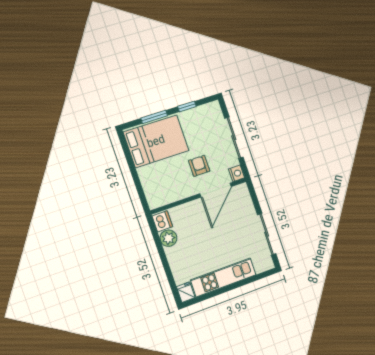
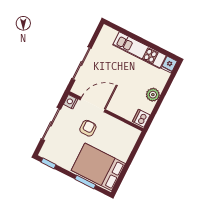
window: (187, 106) -> (49, 163), moved
armchair: (199, 166) -> (88, 128), turned 180
sliding door: (267, 234) -> (81, 63), moved
plant: (168, 238) -> (153, 95), moved

